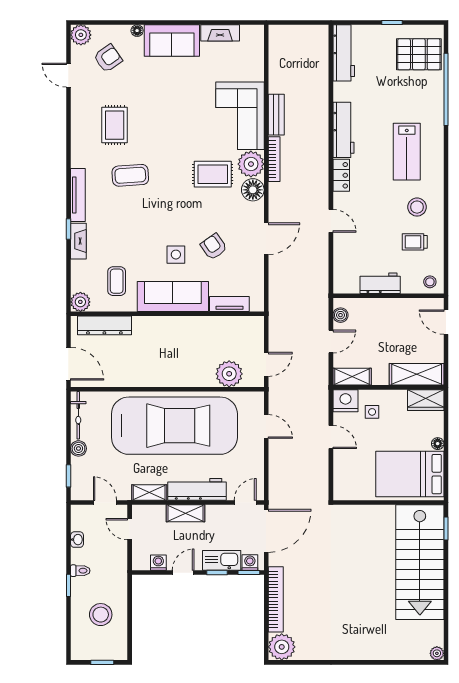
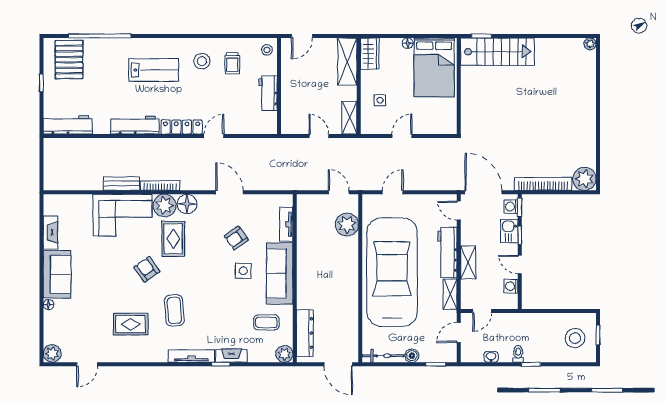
armchair: (108, 58) -> (147, 269), moved
locker: (341, 175) -> (182, 127), width x1.53
boiler: (340, 315) -> (296, 128), removed
door: (68, 364) -> (338, 364), swing flipped
nightstand: (345, 401) -> (370, 123), removed
kitchen sink: (222, 560) -> (509, 231), width x0.73
stairs: (420, 562) -> (497, 52), width x0.73, depth x0.66
stool: (101, 615) -> (575, 338), moved

